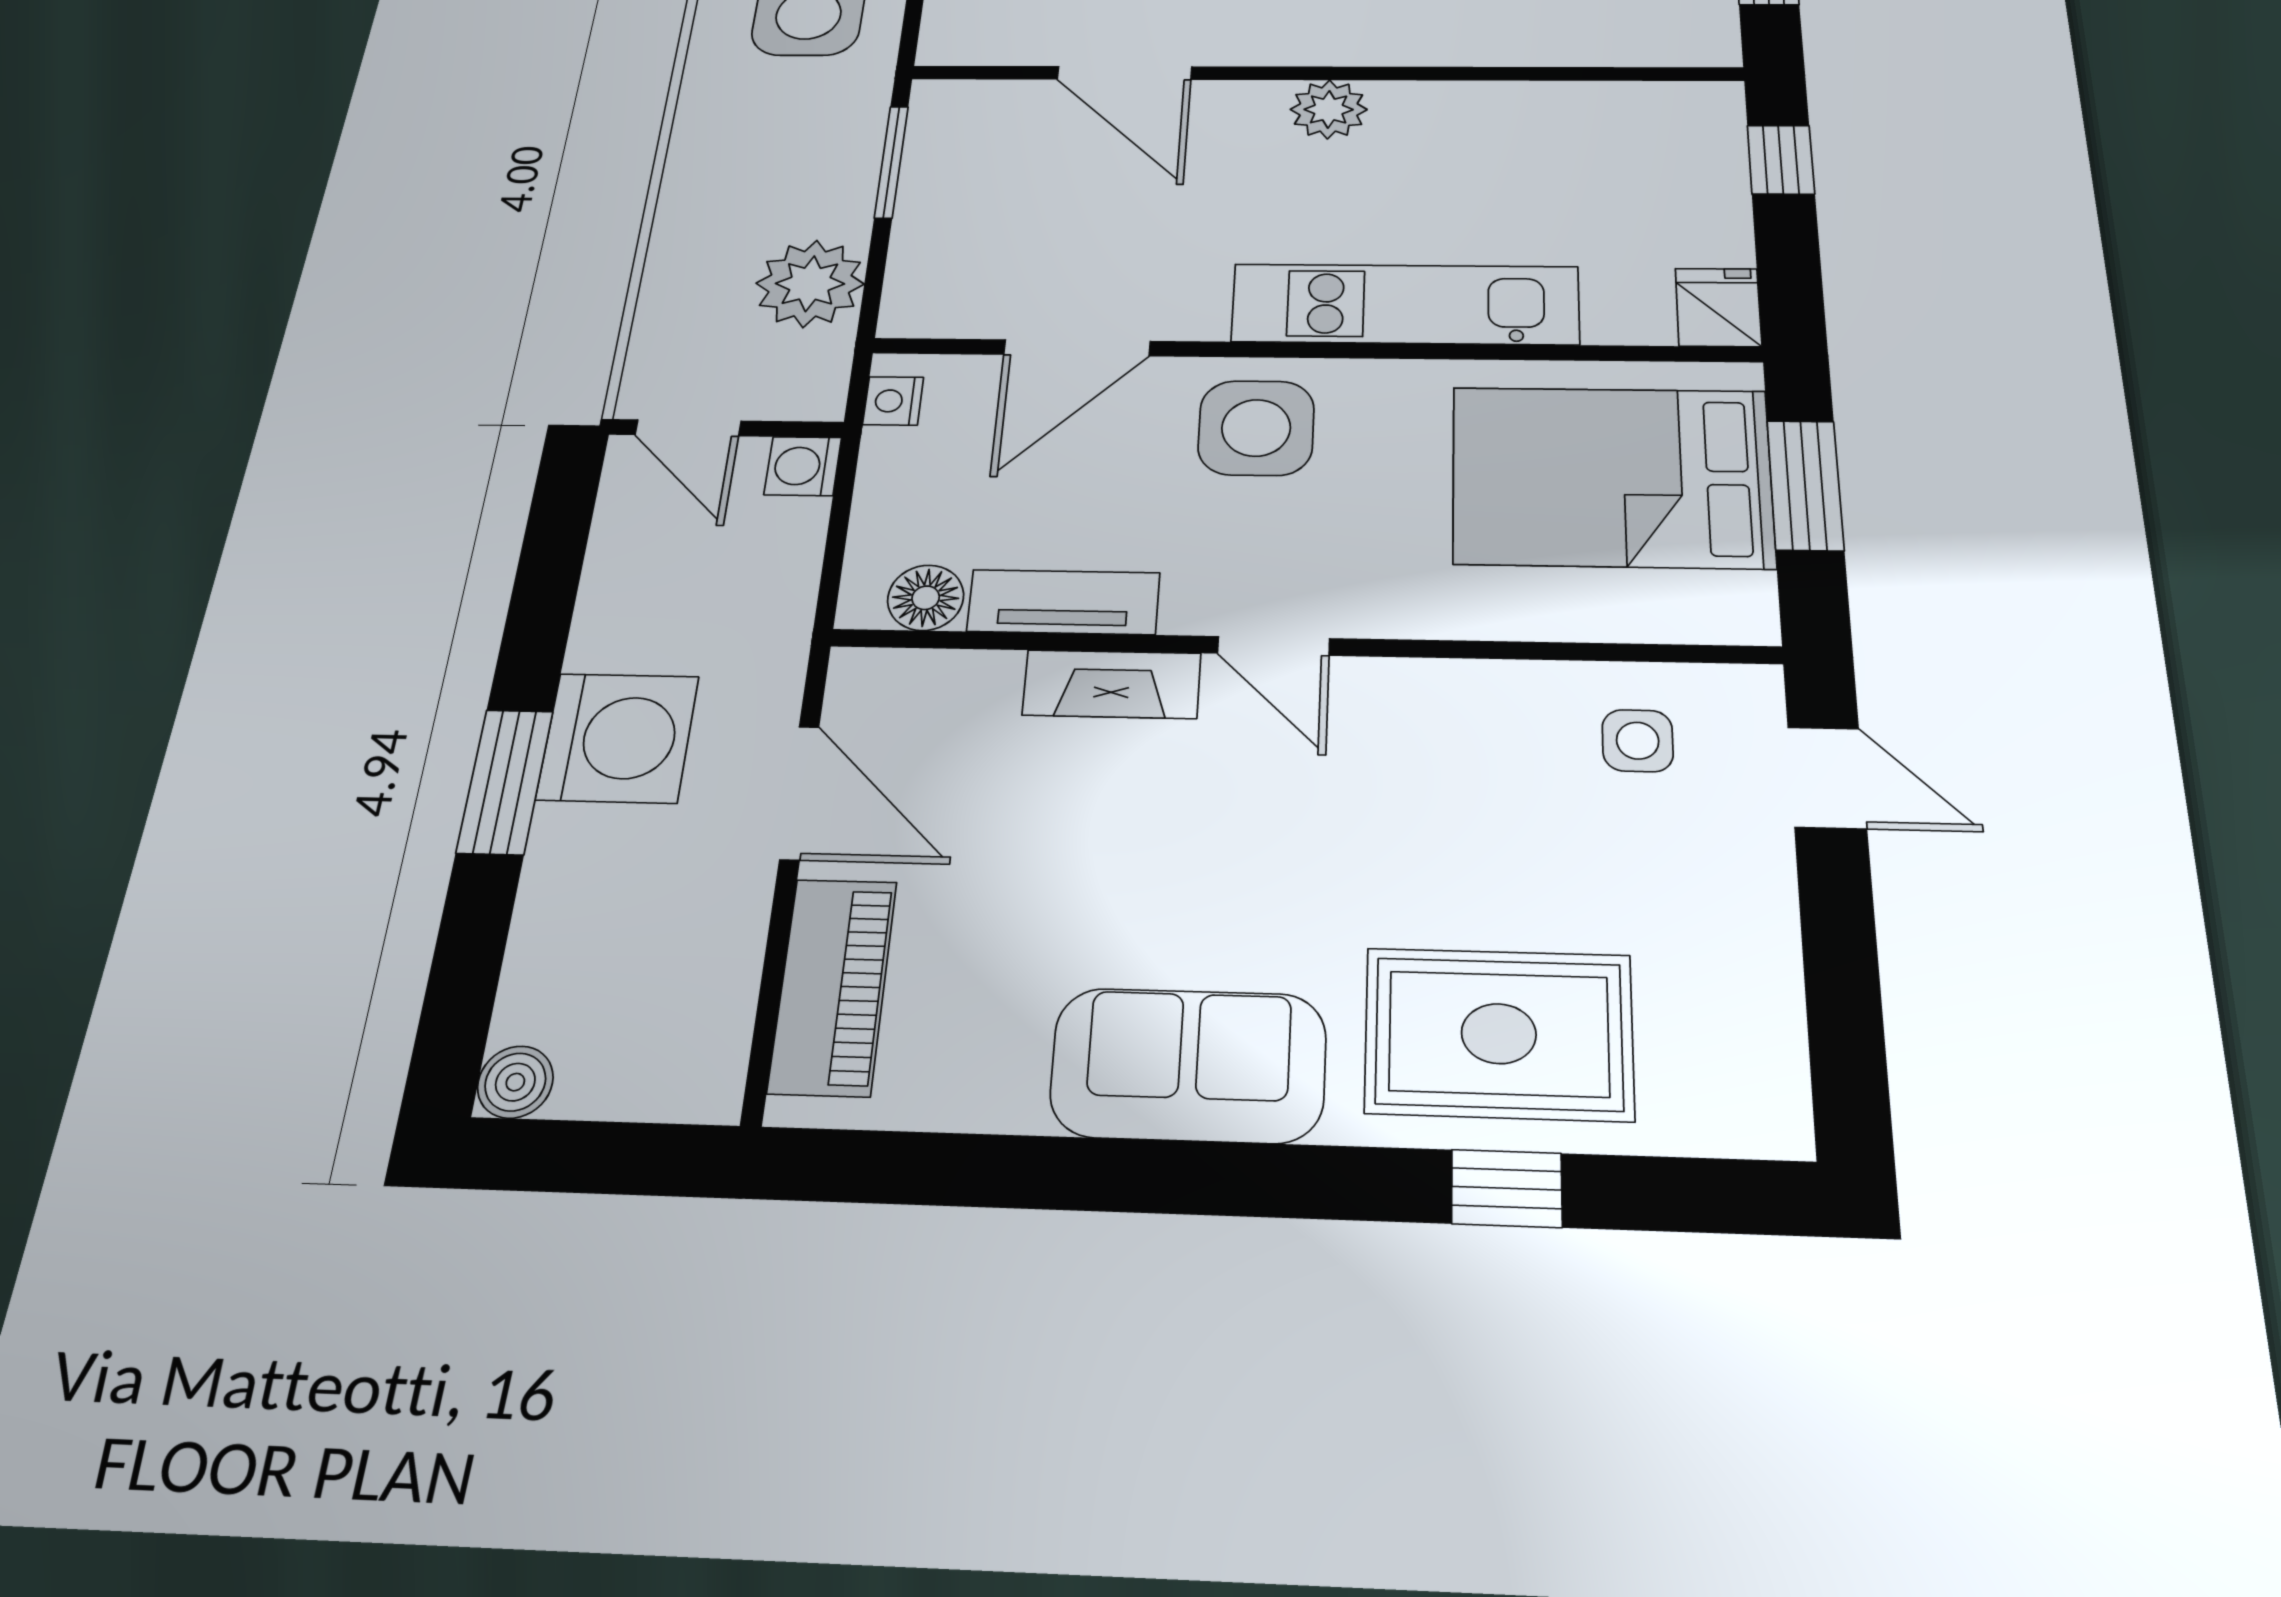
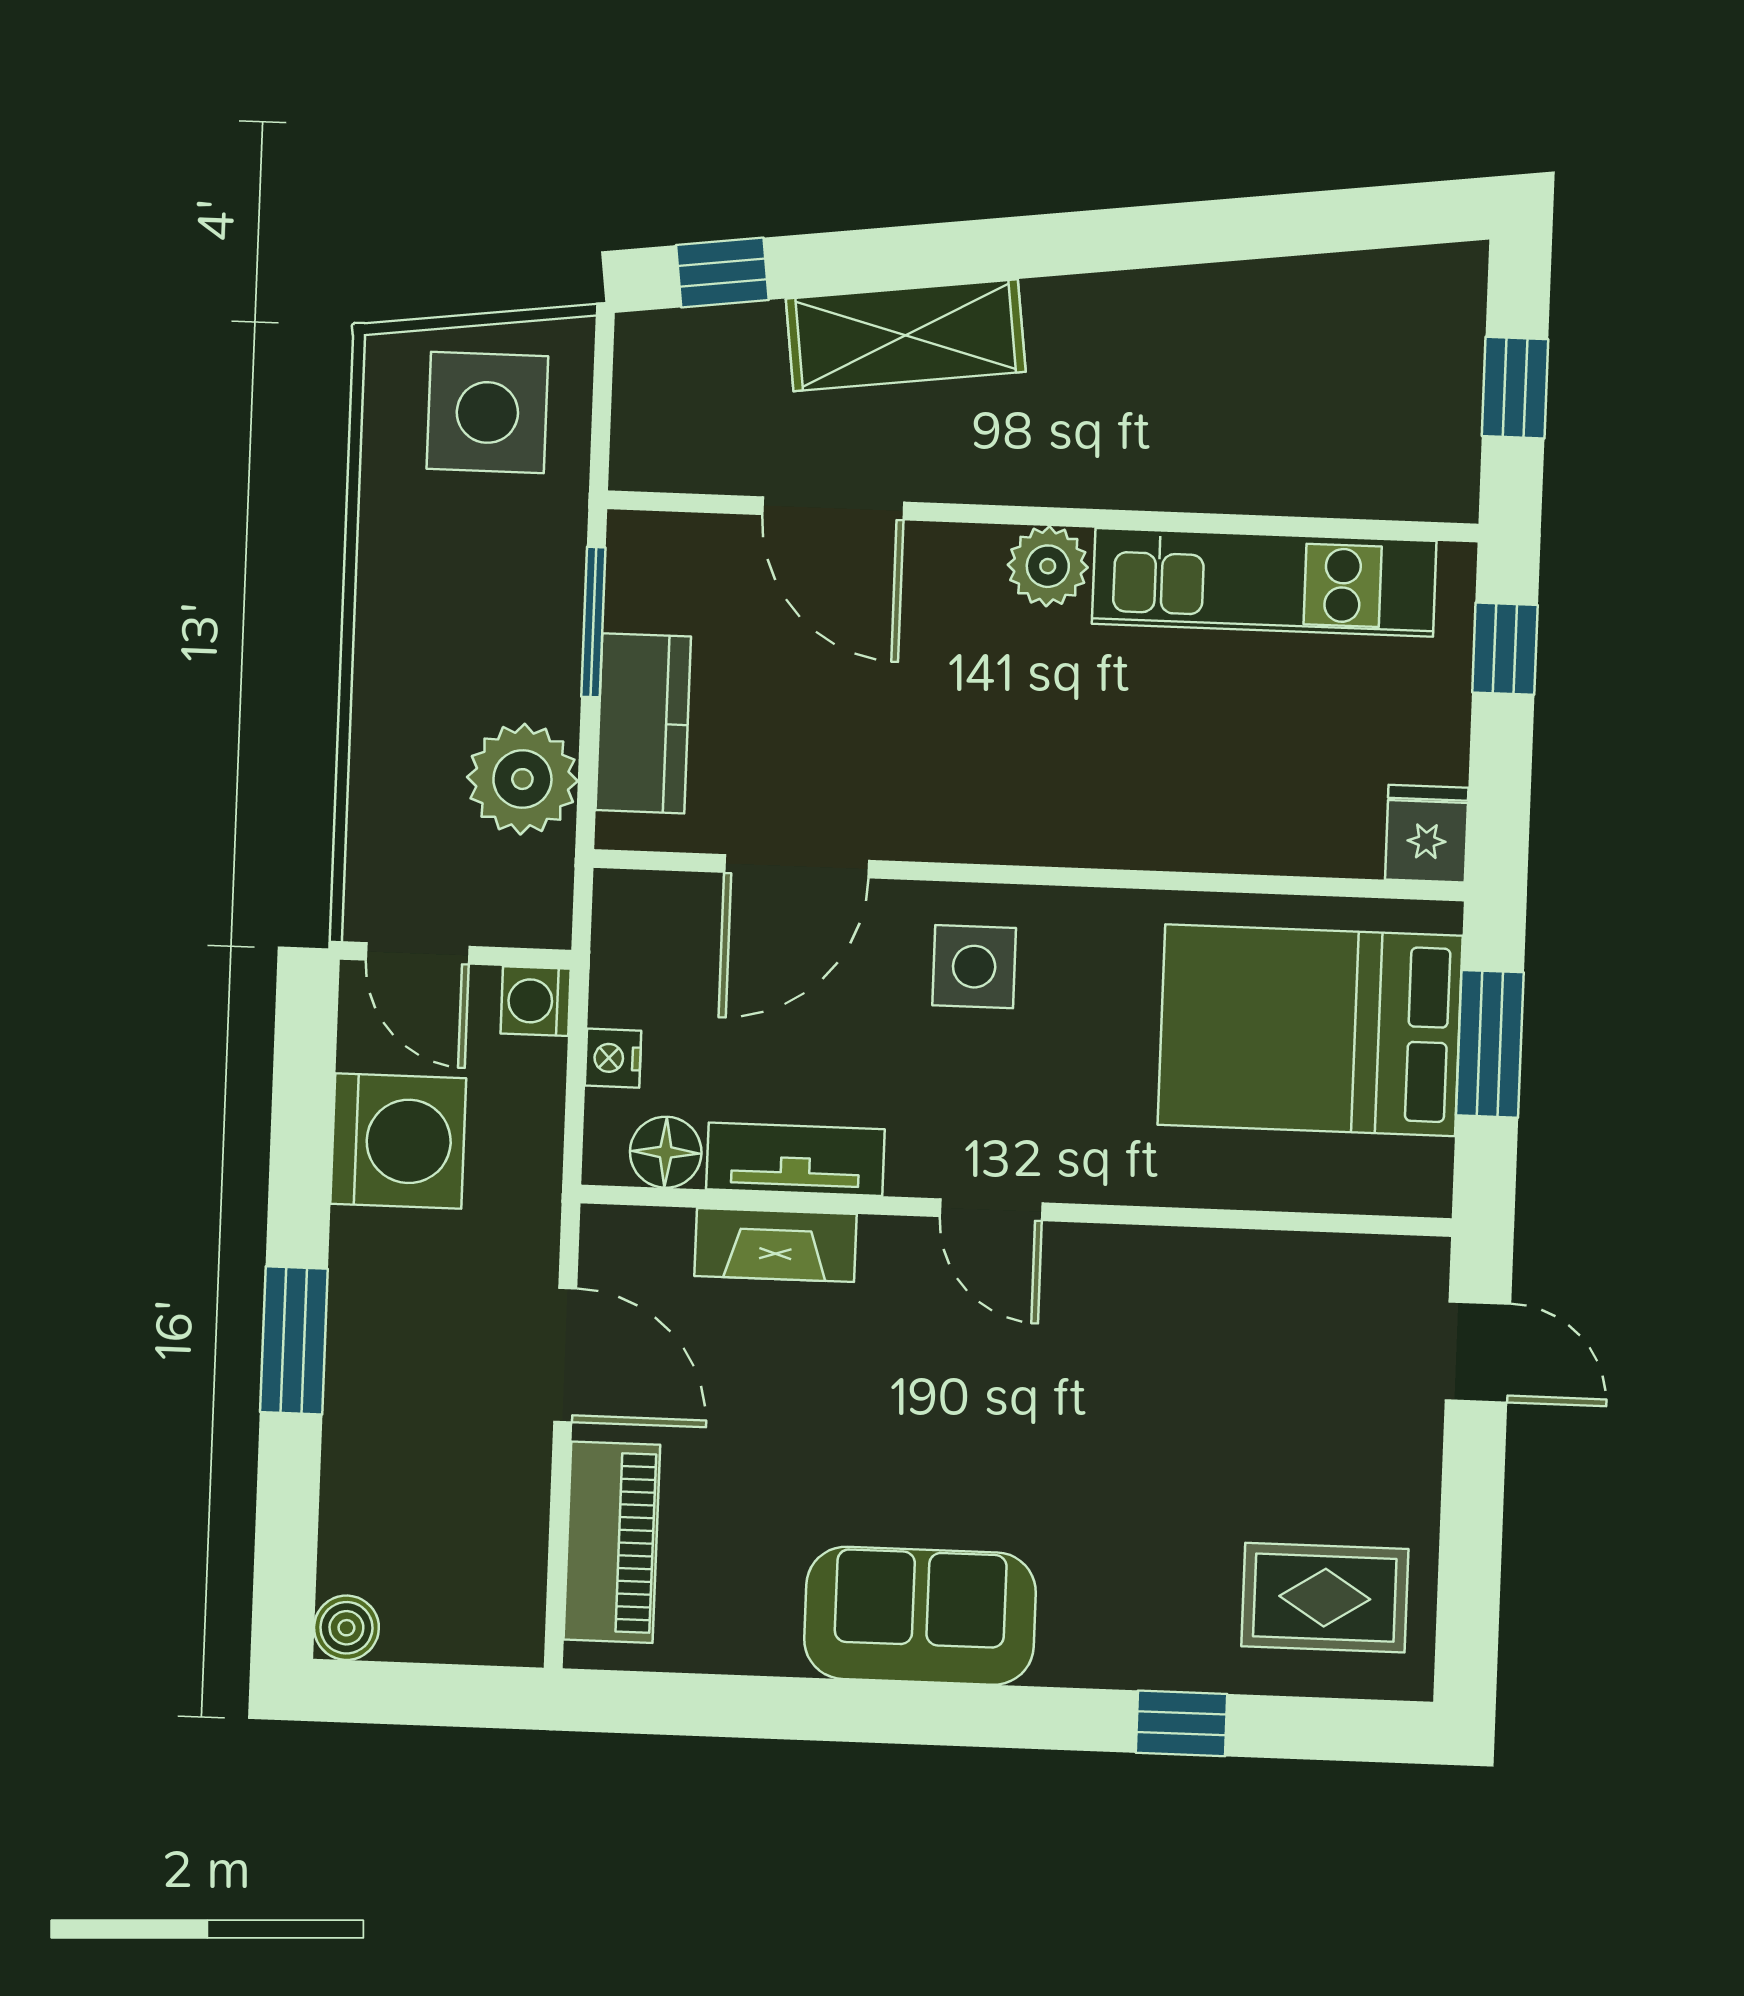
kitchen counter: (932, 237) -> (643, 723), added
kitchen unit: (1405, 304) -> (1264, 582), moved, turned 180
nightstand: (893, 401) -> (613, 1058), moved
side table: (1256, 428) -> (974, 967), width x0.73, depth x0.73
fireplace: (1112, 684) -> (776, 1245), moved
washing machine: (618, 738) -> (398, 1141), moved
side table: (1638, 741) -> (1315, 1313), removed
rug: (1499, 1034) -> (1325, 1598), moved, width x0.73, depth x0.70

